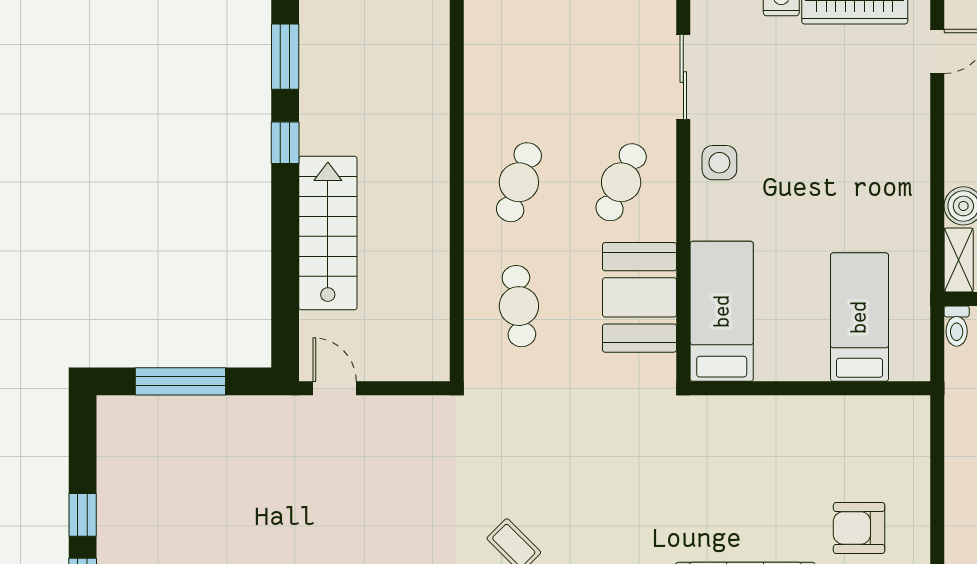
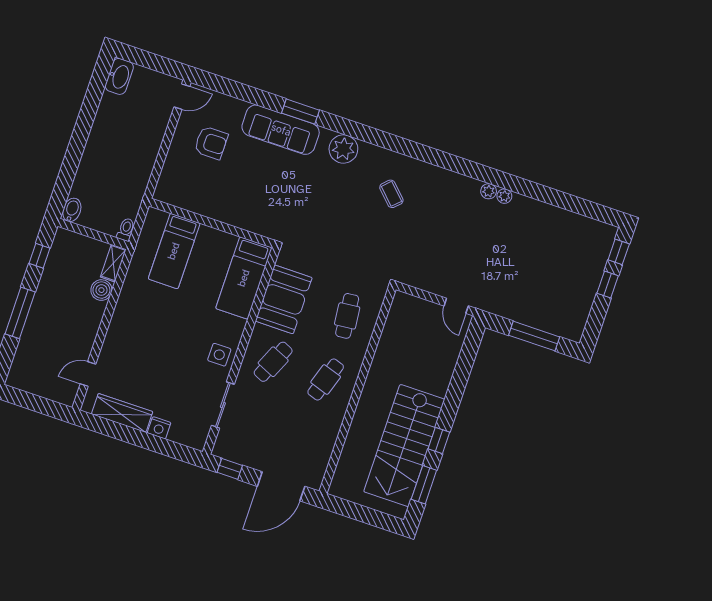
stairs: (328, 233) -> (404, 446), moved, width x1.36, depth x1.51

